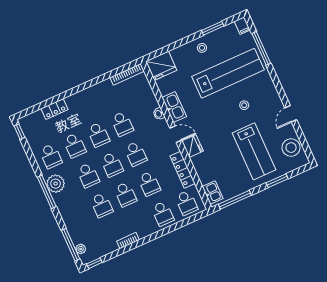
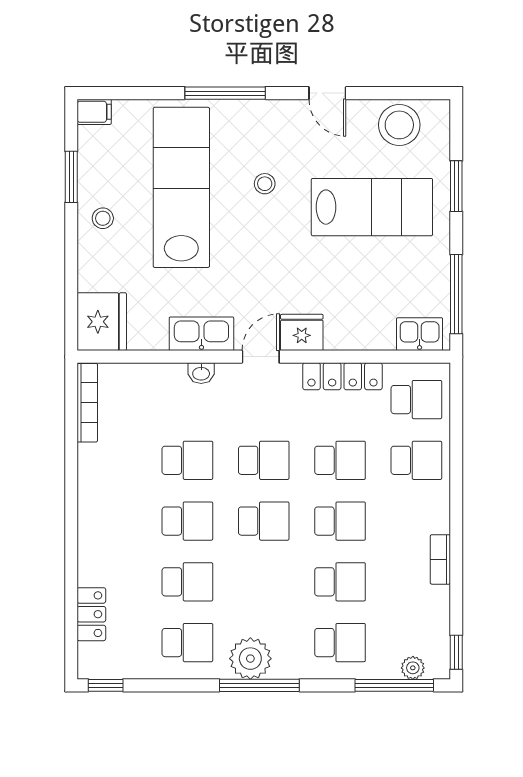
window: (261, 48) -> (225, 93), moved
locker: (54, 109) -> (91, 614), moved
school desk: (88, 175) -> (340, 643), moved

